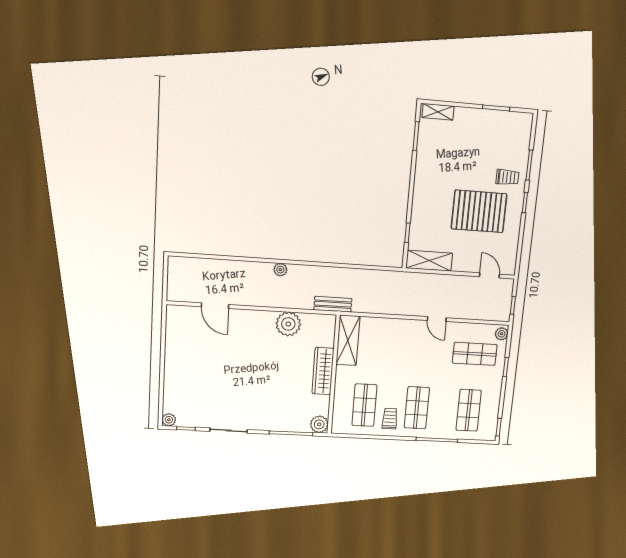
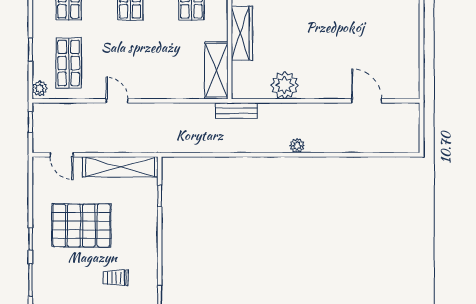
trolley: (507, 177) -> (116, 278), moved
shelving: (429, 261) -> (120, 167), width x1.47
shop shelf: (475, 354) -> (69, 63), turned 90

